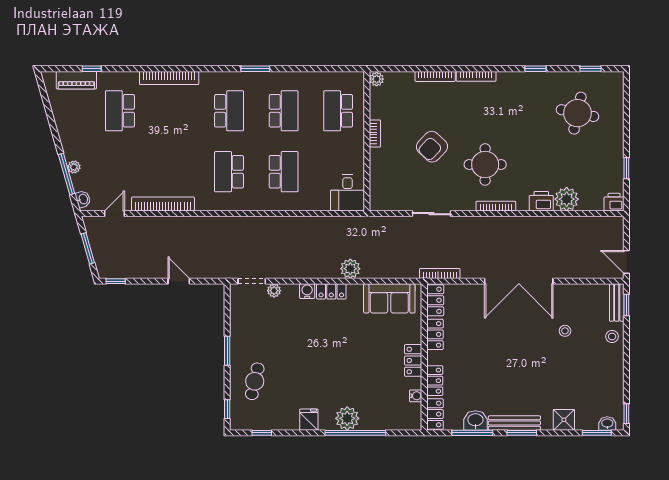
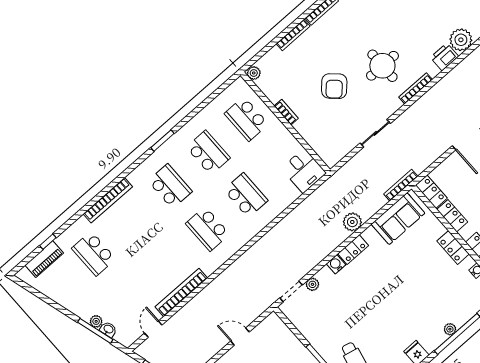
washbasin: (83, 199) -> (108, 329), moved
bookcase: (440, 273) -> (401, 185), moved
plant: (347, 418) -> (450, 329), width x0.53, depth x0.53

